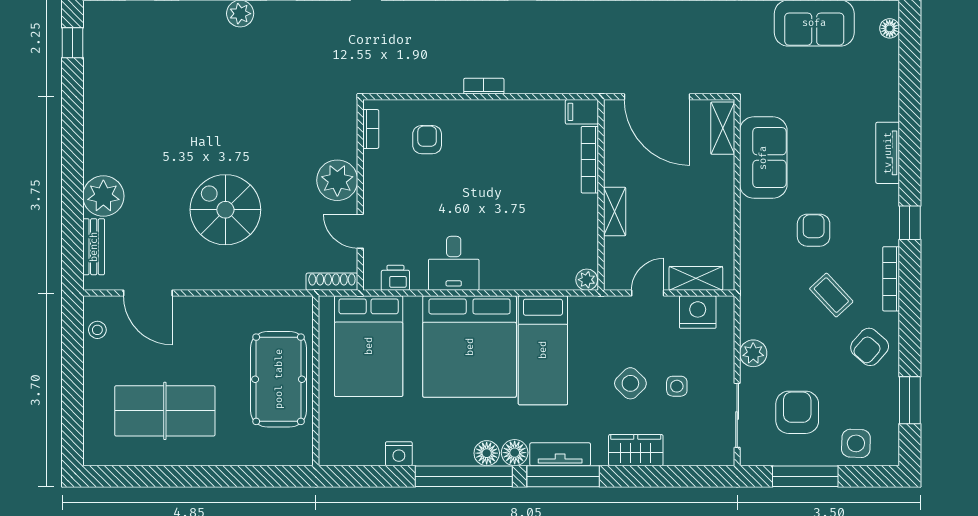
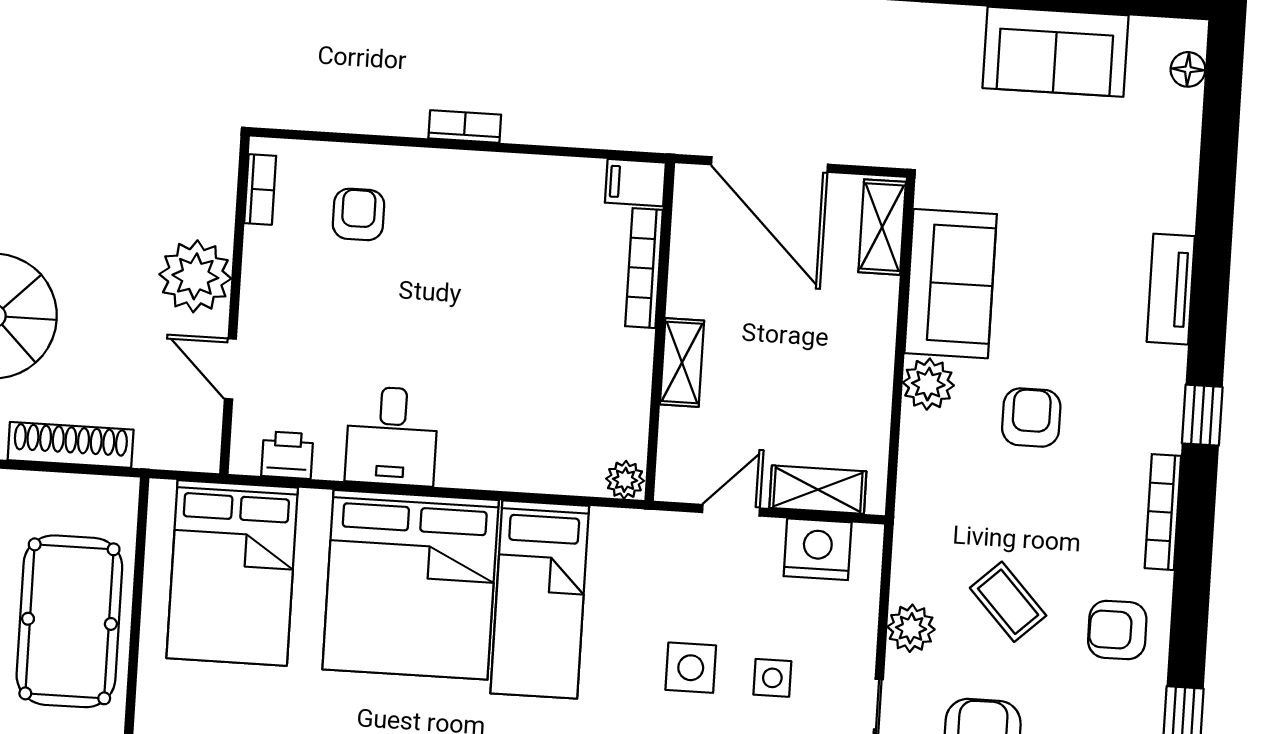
plant: (754, 215) -> (928, 384), added
shoe rack: (332, 282) -> (71, 445), moved, width x1.36, depth x1.24
coffee table: (831, 295) -> (1008, 602), moved
armchair: (870, 347) -> (1117, 630), turned 49
side table: (630, 383) -> (691, 668), turned 45

